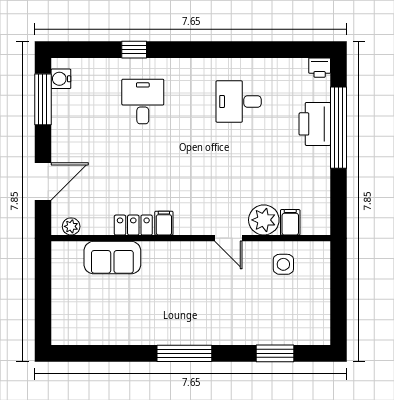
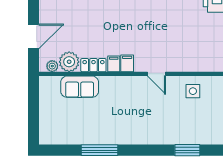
plant: (264, 220) -> (69, 62), moved
filing cabinet: (290, 222) -> (127, 63), moved
window: (184, 353) -> (100, 150), moved

